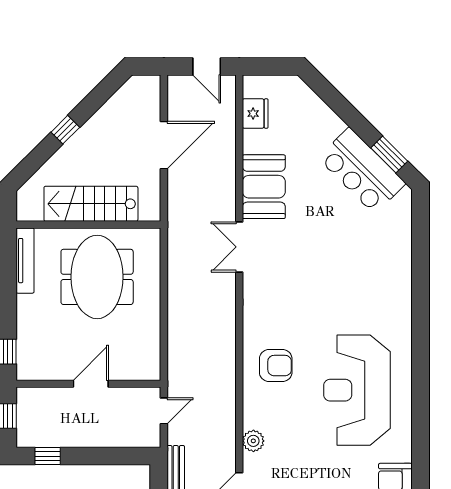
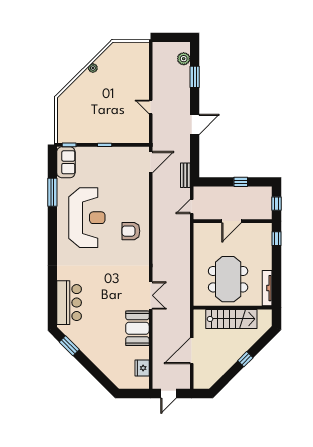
door: (207, 67) -> (168, 394), swing flipped
bar counter: (362, 171) -> (69, 303), moved, turned 45
window: (420, 437) -> (52, 192), added
plant: (253, 441) -> (143, 190), removed
window: (48, 456) -> (241, 182), moved

